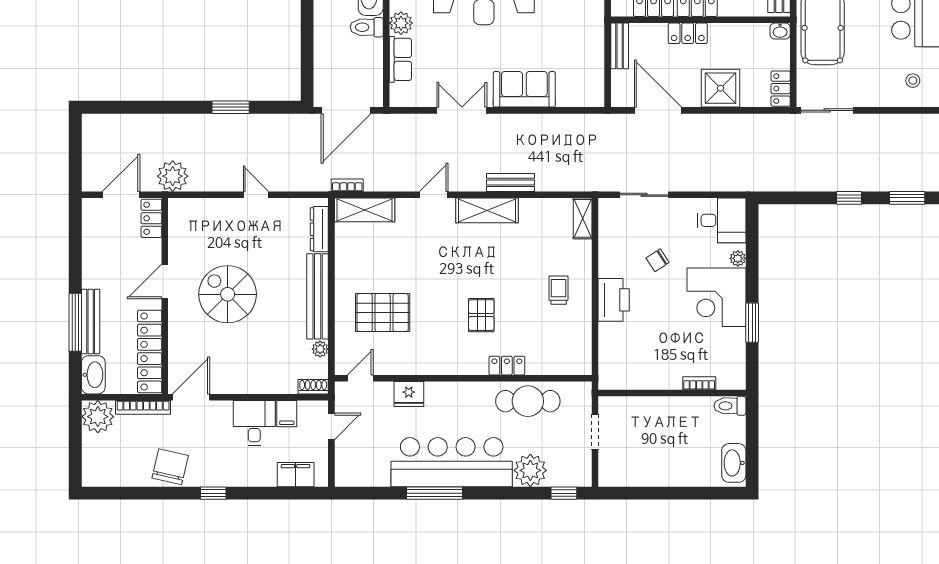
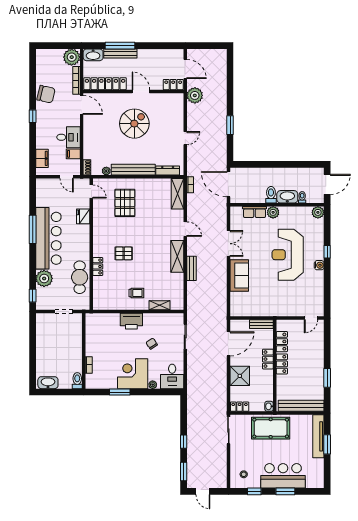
shelving: (583, 218) -> (159, 305), moved

